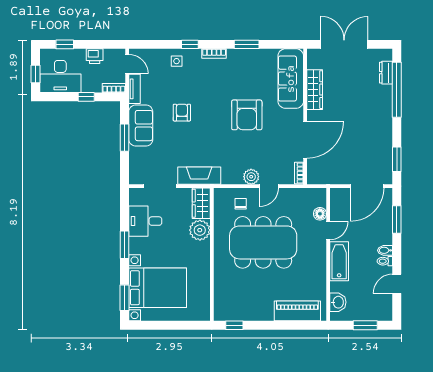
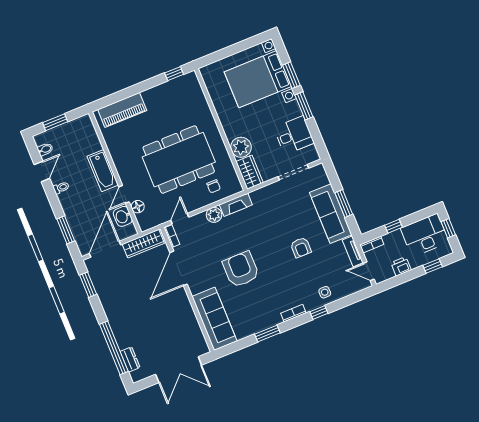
wardrobe: (315, 90) -> (143, 244), moved, turned -90
sofa: (141, 126) -> (331, 214), width x1.36
fireplace: (199, 176) -> (236, 205), moved, width x0.73, depth x0.76
door: (269, 186) -> (180, 219), moved
bidet: (385, 250) -> (45, 149), moved
window: (124, 298) -> (291, 75), moved
washbasin: (338, 302) -> (123, 216), moved

